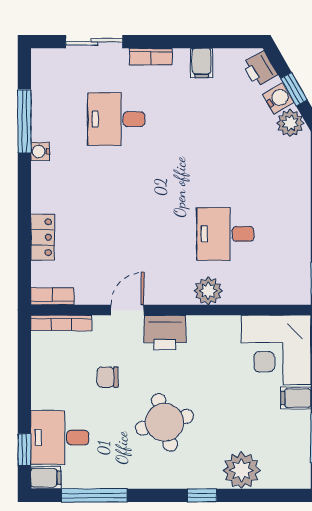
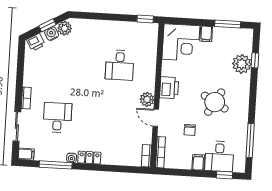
filing cabinet: (202, 63) -> (26, 154), moved
desk: (116, 119) -> (57, 118), turned 180
locker: (42, 237) -> (89, 158), moved
plant: (208, 291) -> (147, 99), moved
printer: (165, 332) -> (169, 88), moved
round table: (164, 422) -> (215, 102), turned 45
filing cabinet: (46, 478) -> (198, 162), moved
window: (202, 495) -> (255, 60), moved

